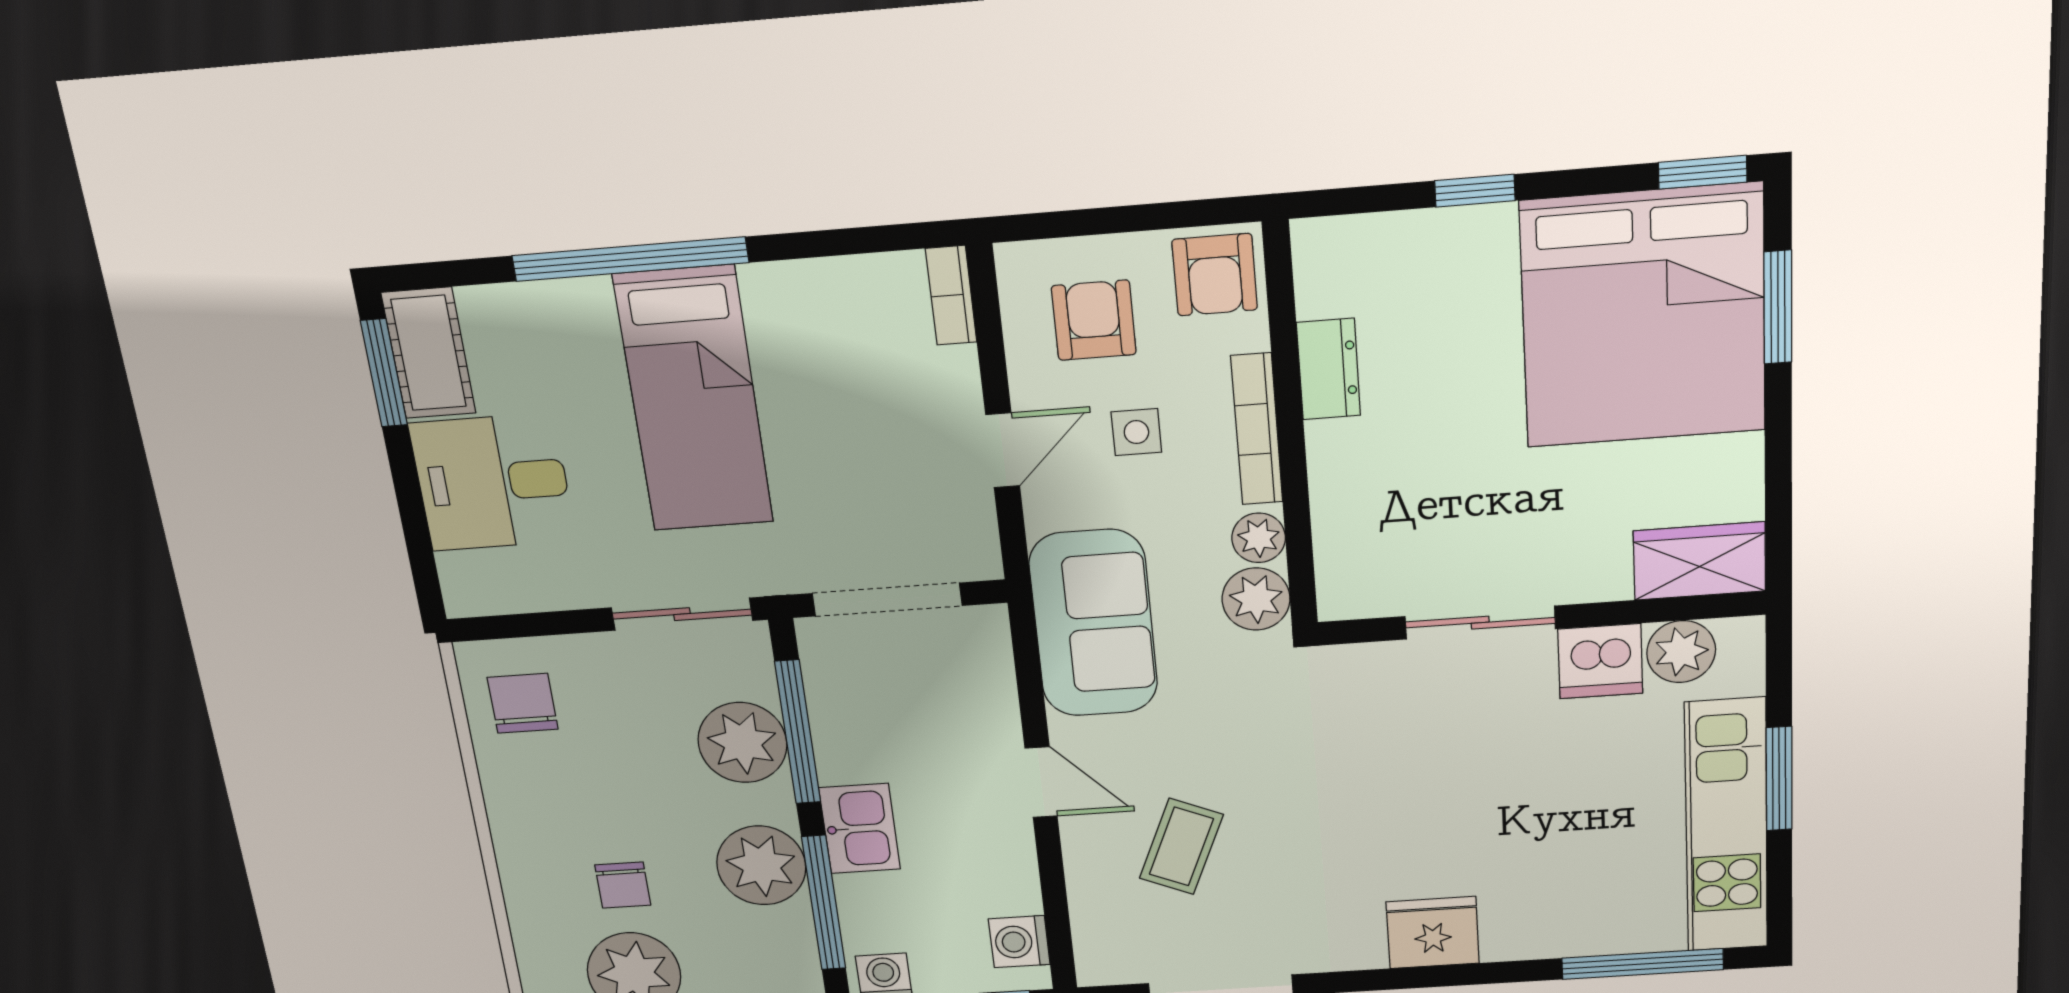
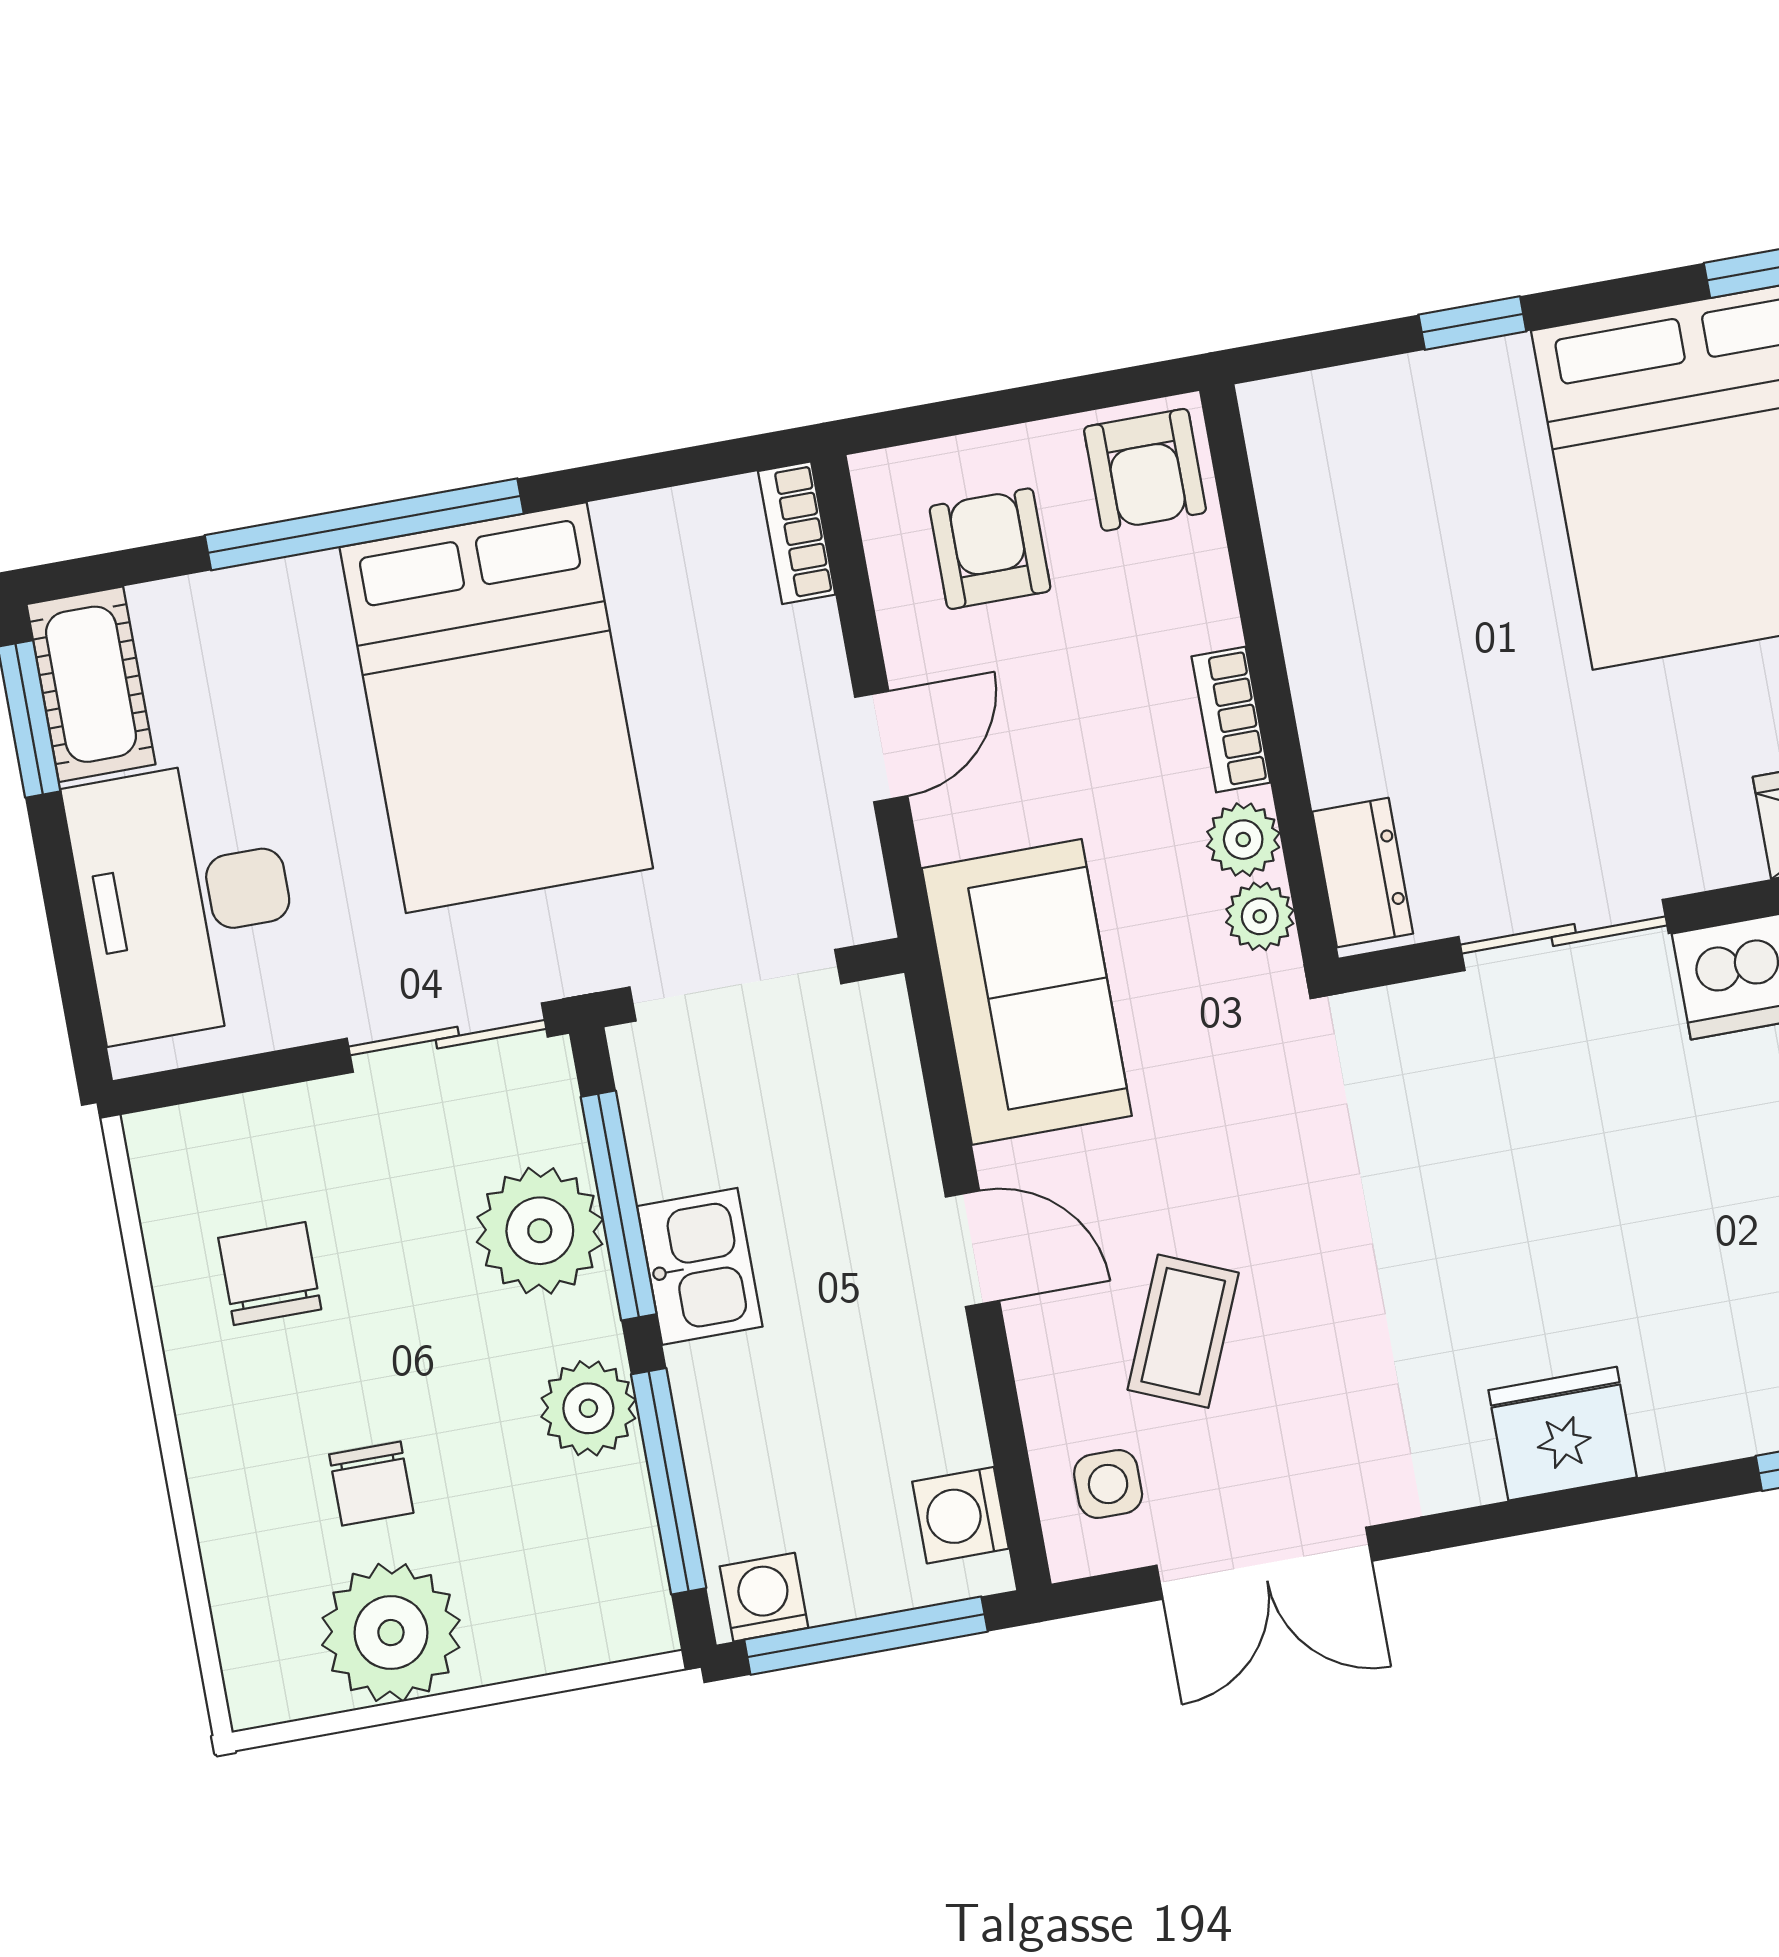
dresser: (1328, 369) -> (1363, 873), moved
bed: (694, 400) -> (496, 708), width x1.50
bookcase: (1257, 429) -> (1231, 720), width x0.64
side table: (1136, 432) -> (1108, 1484), moved
desk: (493, 482) -> (185, 900), width x1.37
plant: (1256, 599) -> (1260, 916), width x0.73, depth x0.73
chair: (523, 703) -> (270, 1274), moved
kitchen sink: (860, 828) -> (700, 1266), moved
plant: (761, 865) -> (588, 1408), width x0.73, depth x0.73

